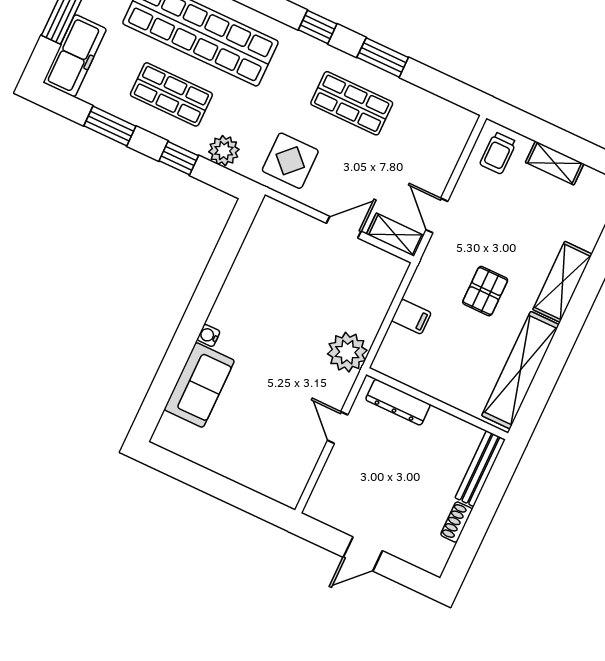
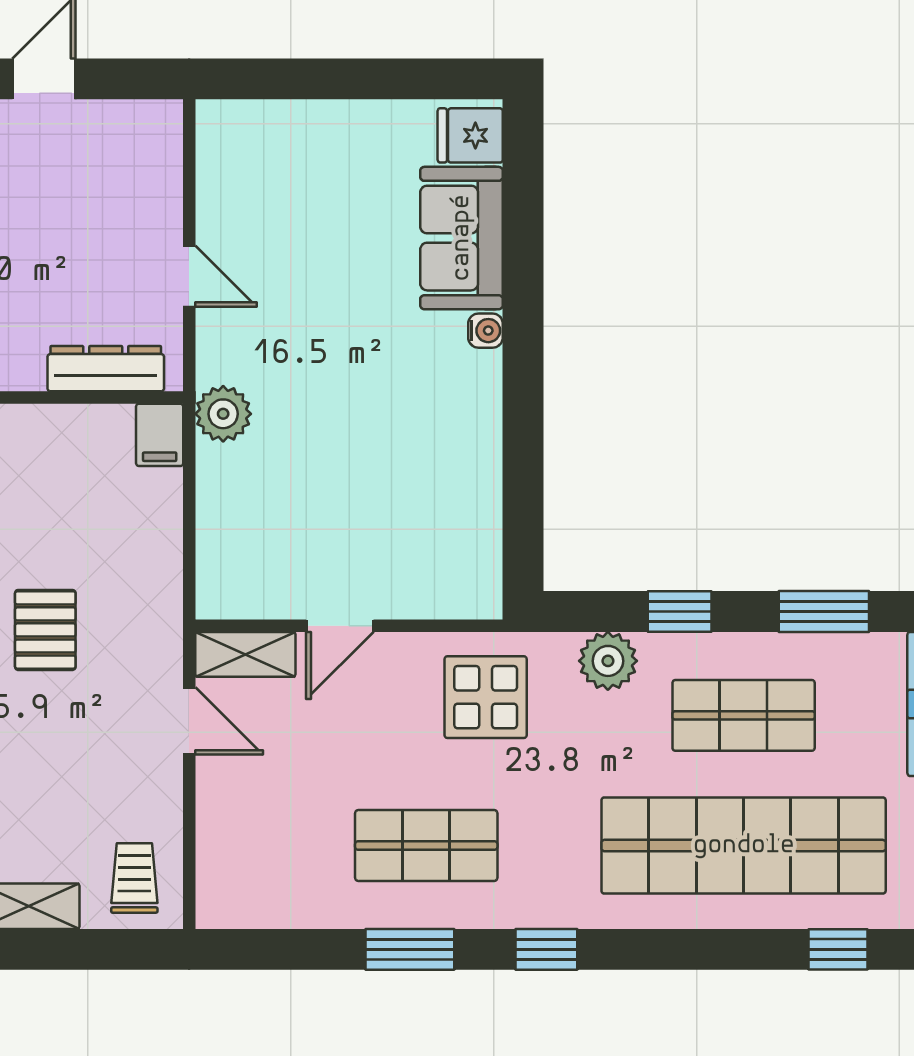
filing cabinet: (411, 317) -> (160, 435), moved, turned -90
plant: (347, 352) -> (223, 414), width x0.73, depth x0.73
fridge: (172, 432) -> (470, 135), added

